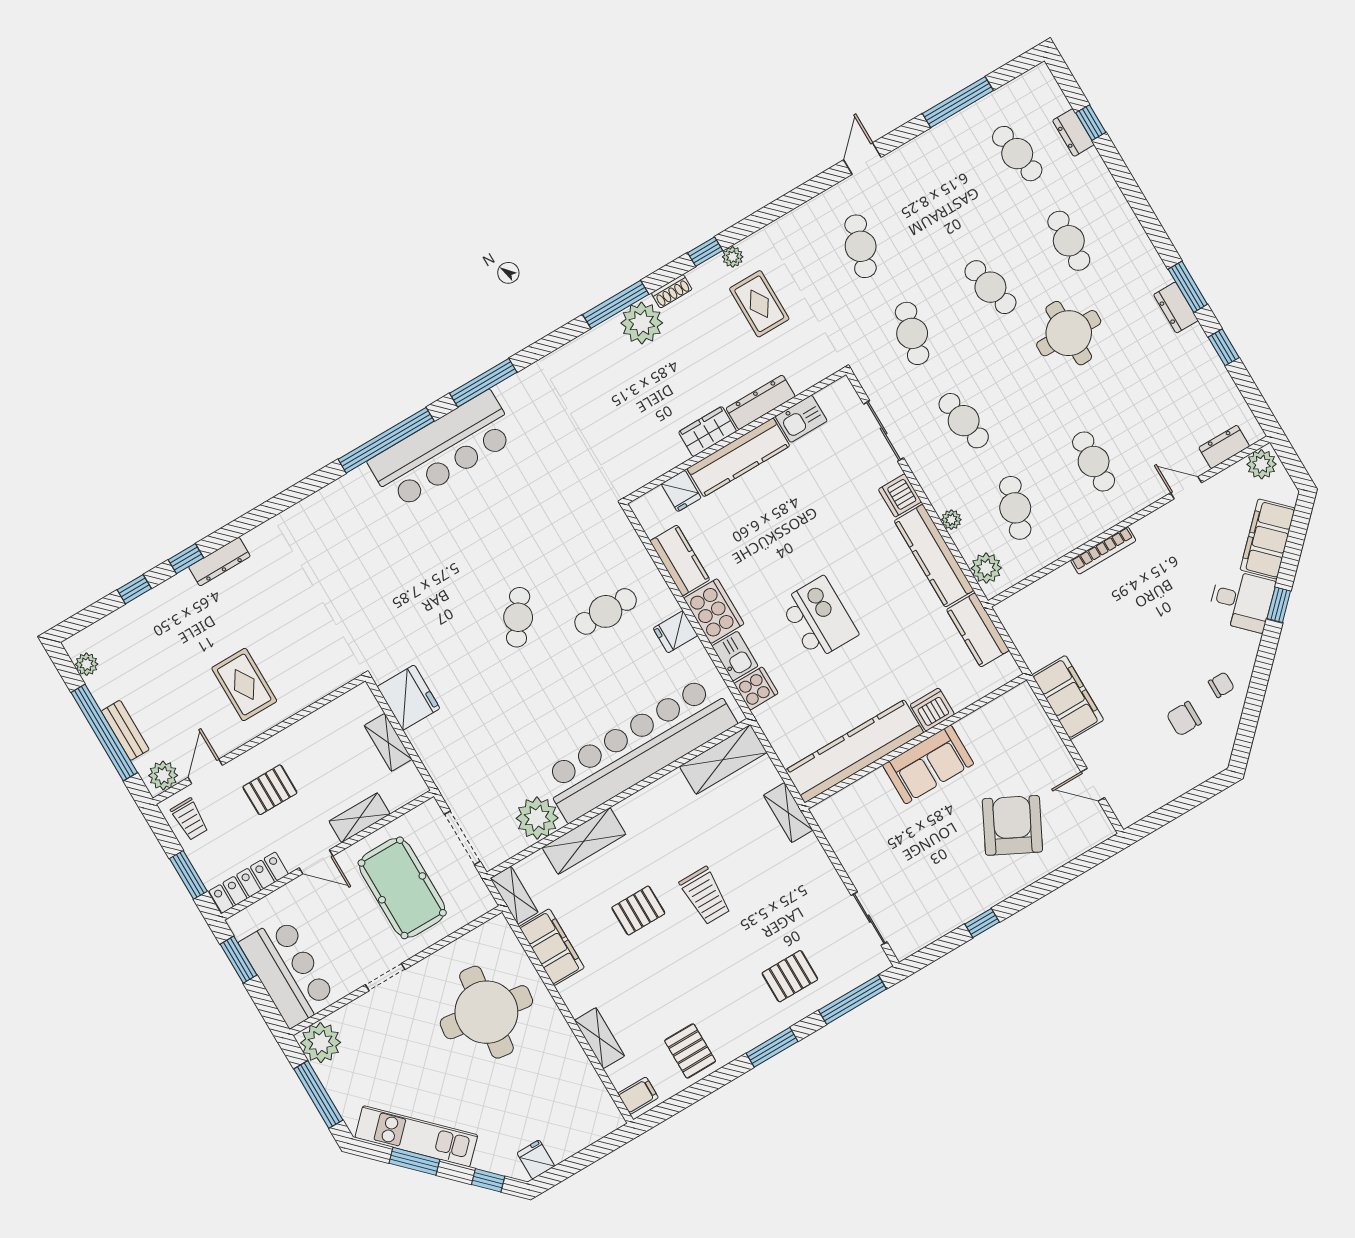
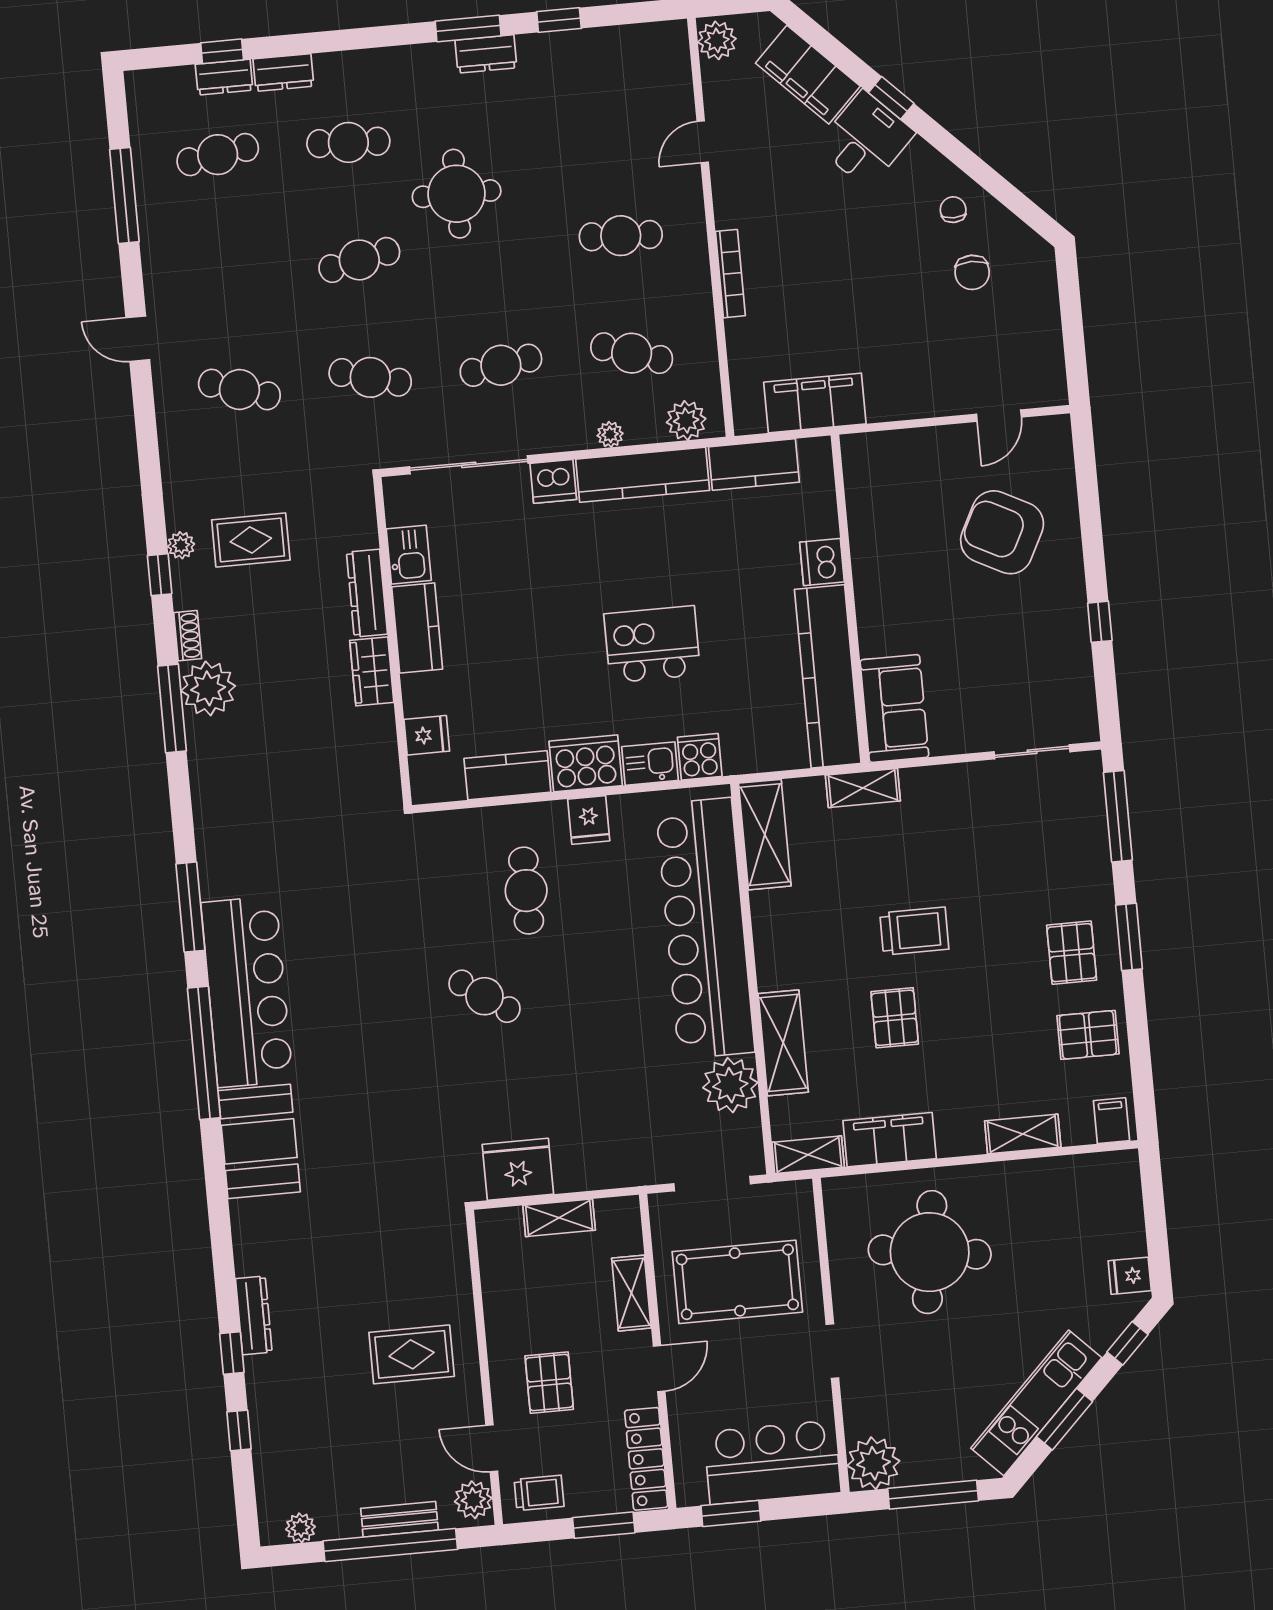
sliding door: (884, 431) -> (469, 465), width x1.37
dresser: (1224, 447) -> (283, 73), moved, turned -90
kitchen counter: (738, 457) -> (417, 628), width x0.67
booth: (343, 508) -> (259, 1141), added
filing cabinet: (1068, 698) -> (815, 403), moved
sofa: (928, 764) -> (894, 708), moved
pallet: (790, 976) -> (1072, 953), moved

